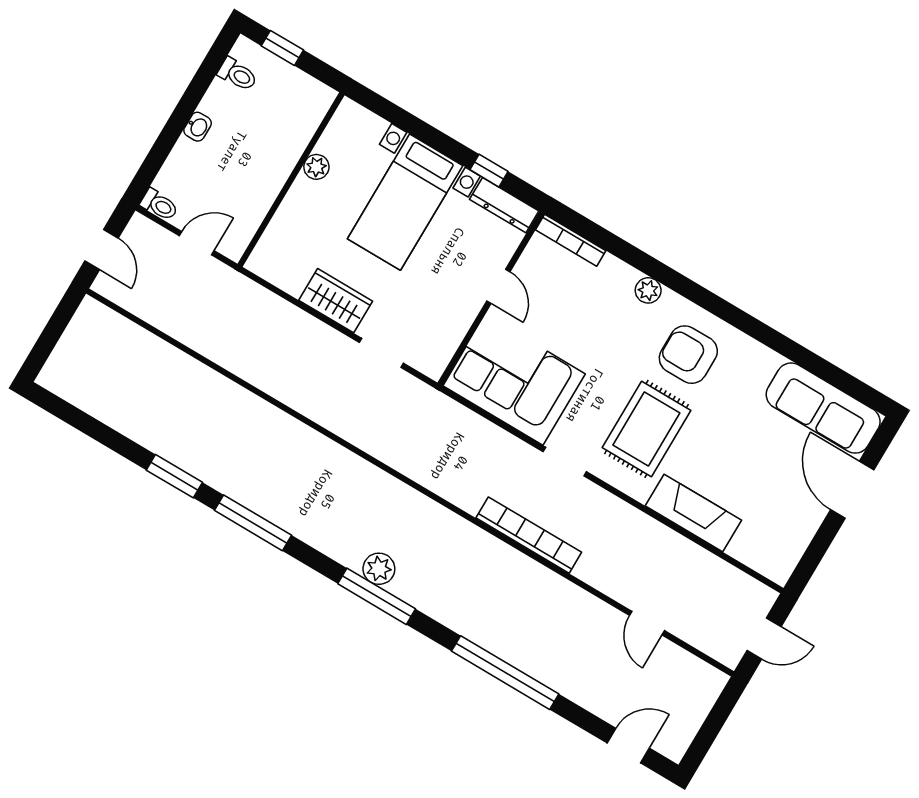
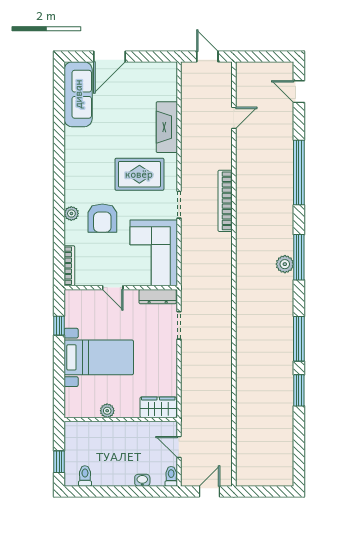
washbasin: (198, 127) -> (142, 480), moved
dresser: (504, 205) -> (158, 297), moved, turned 90
door: (498, 286) -> (113, 288), swing flipped
wardrobe: (336, 301) -> (158, 407), moved, turned 90
armchair: (688, 355) -> (102, 218), moved

